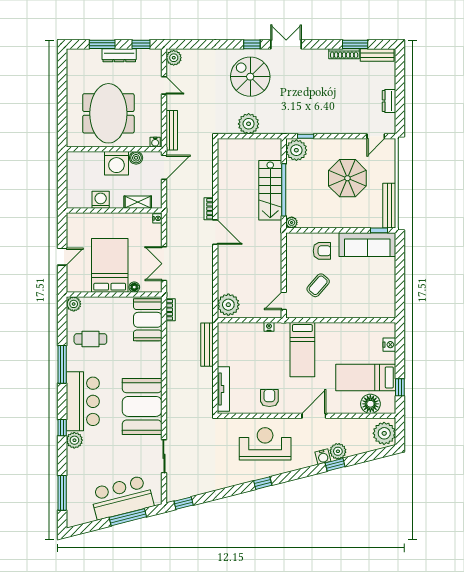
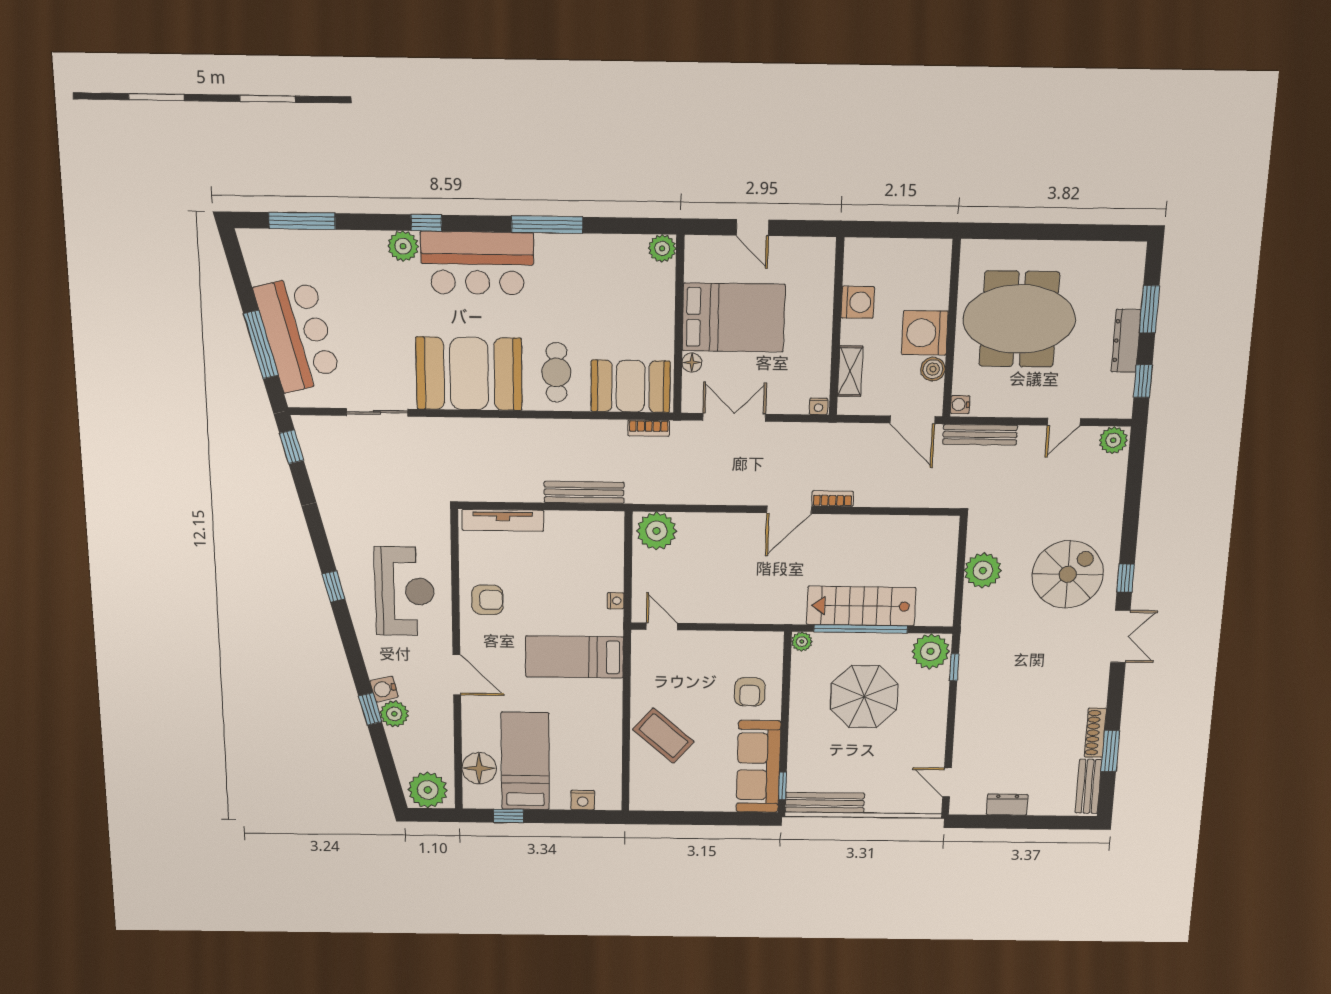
parasol: (347, 178) -> (864, 697), moved
coffee table: (318, 285) -> (663, 736), moved, width x1.36, depth x1.30
cafe table: (90, 339) -> (556, 372), moved

